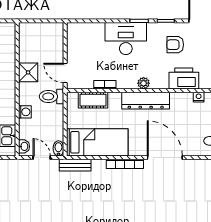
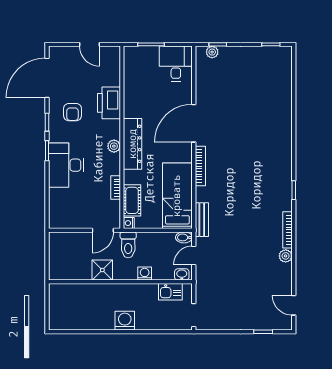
nightstand: (199, 97) -> (129, 223), moved

